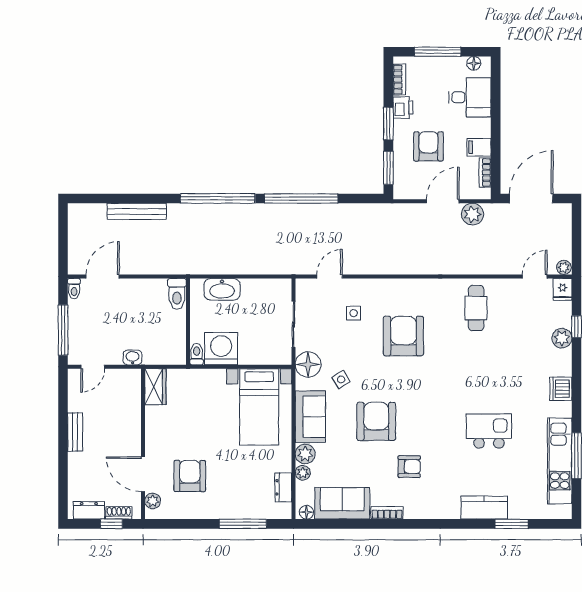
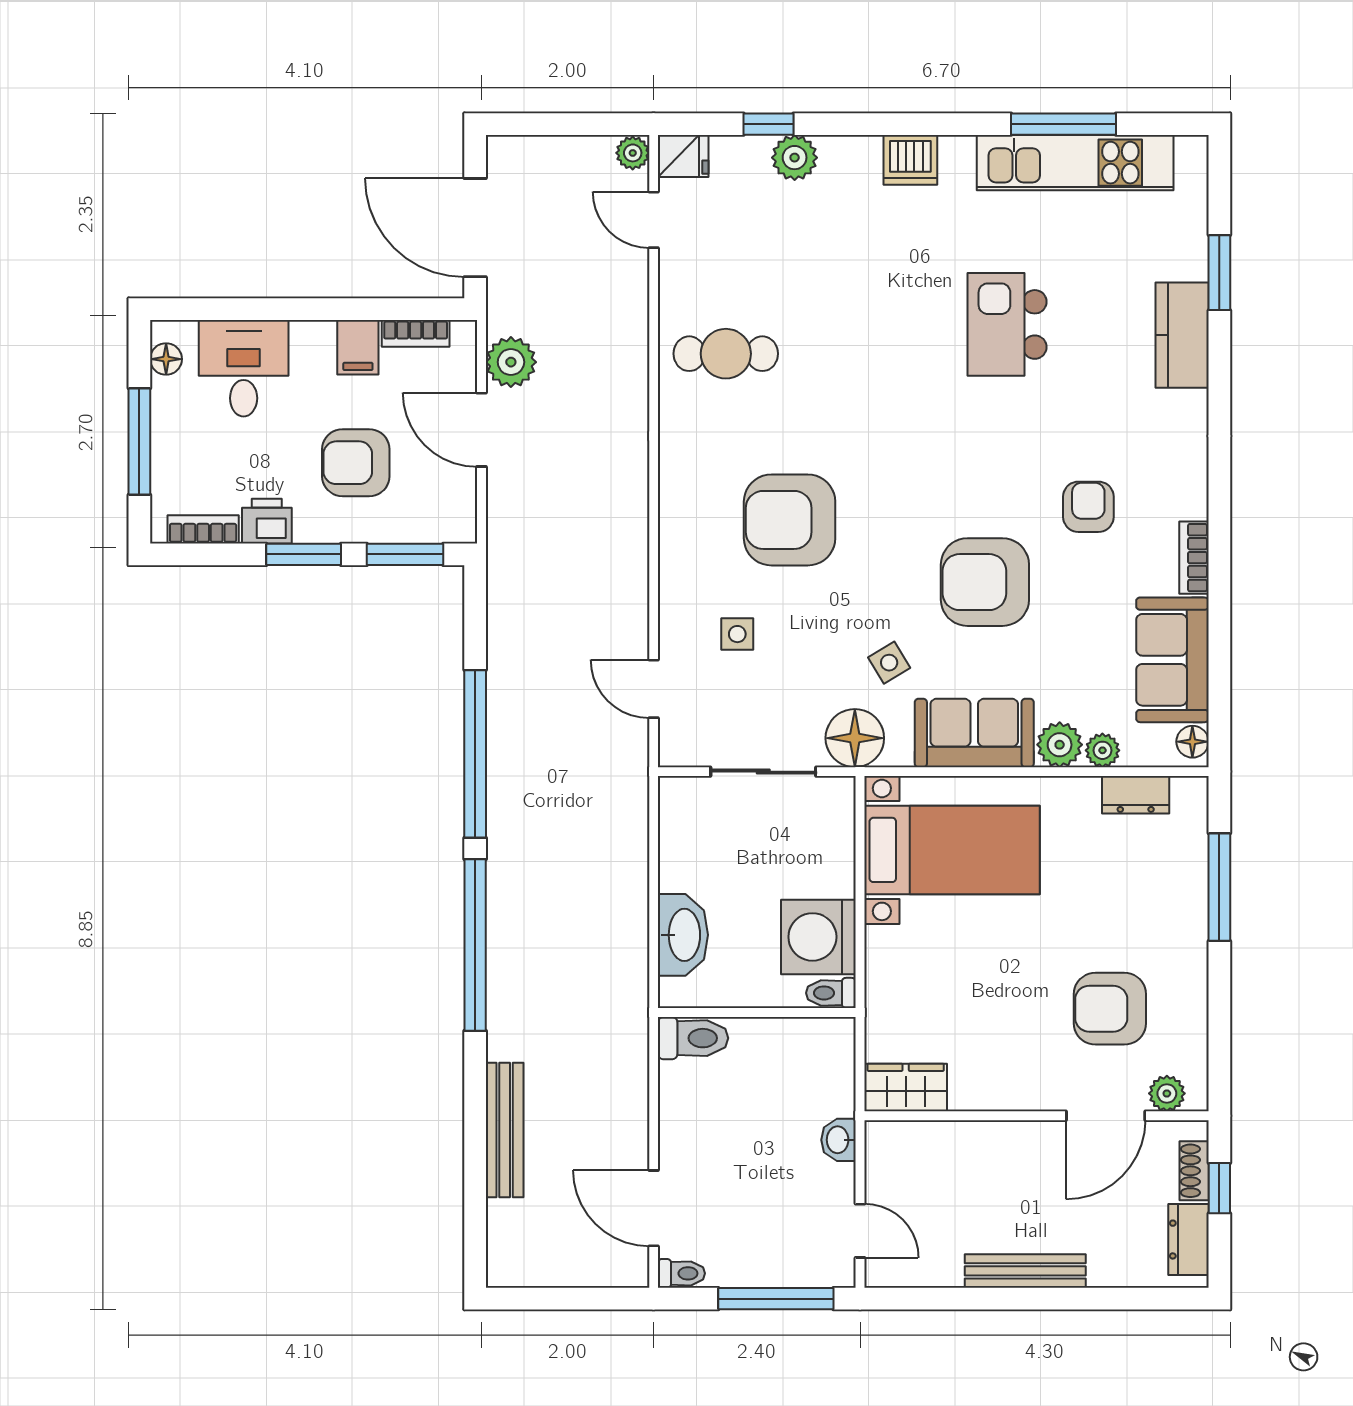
bench: (75, 432) -> (1025, 1271), width x1.36

